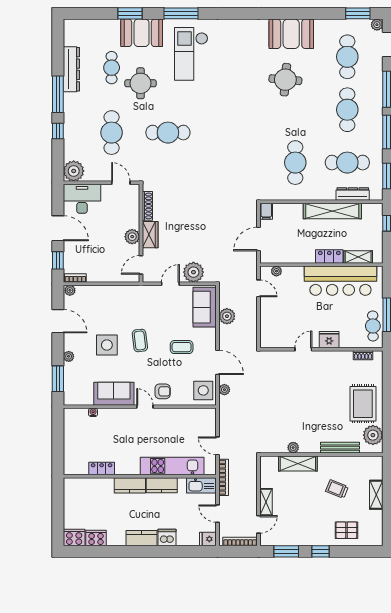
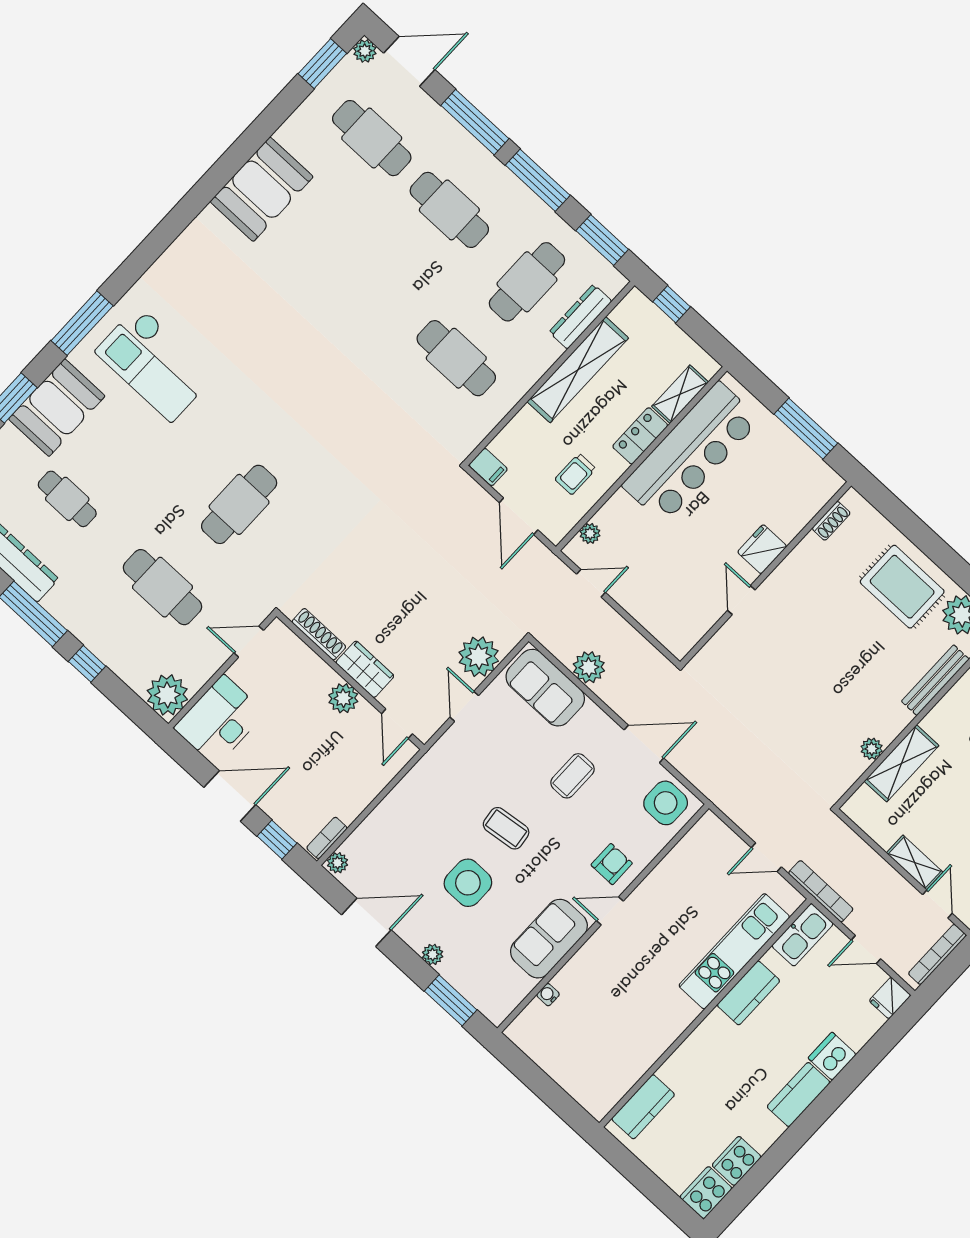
round table: (285, 80) -> (321, 260), removed
round table: (140, 83) -> (129, 478), removed
trolley: (293, 246) -> (575, 474), added
cafe table: (373, 326) -> (802, 466), removed
plant: (224, 390) -> (693, 771), removed
locker: (102, 468) -> (642, 1058), removed
kitchen counter: (130, 485) -> (643, 1107), moved

